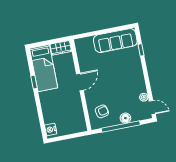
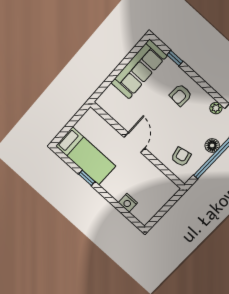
wardrobe: (61, 48) -> (87, 121), removed
armchair: (129, 74) -> (181, 95), added
nightstand: (51, 129) -> (128, 203), moved

